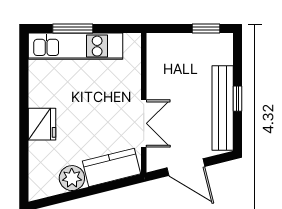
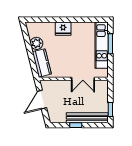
bench: (223, 108) -> (87, 118), moved
double door: (144, 123) -> (83, 79), moved

